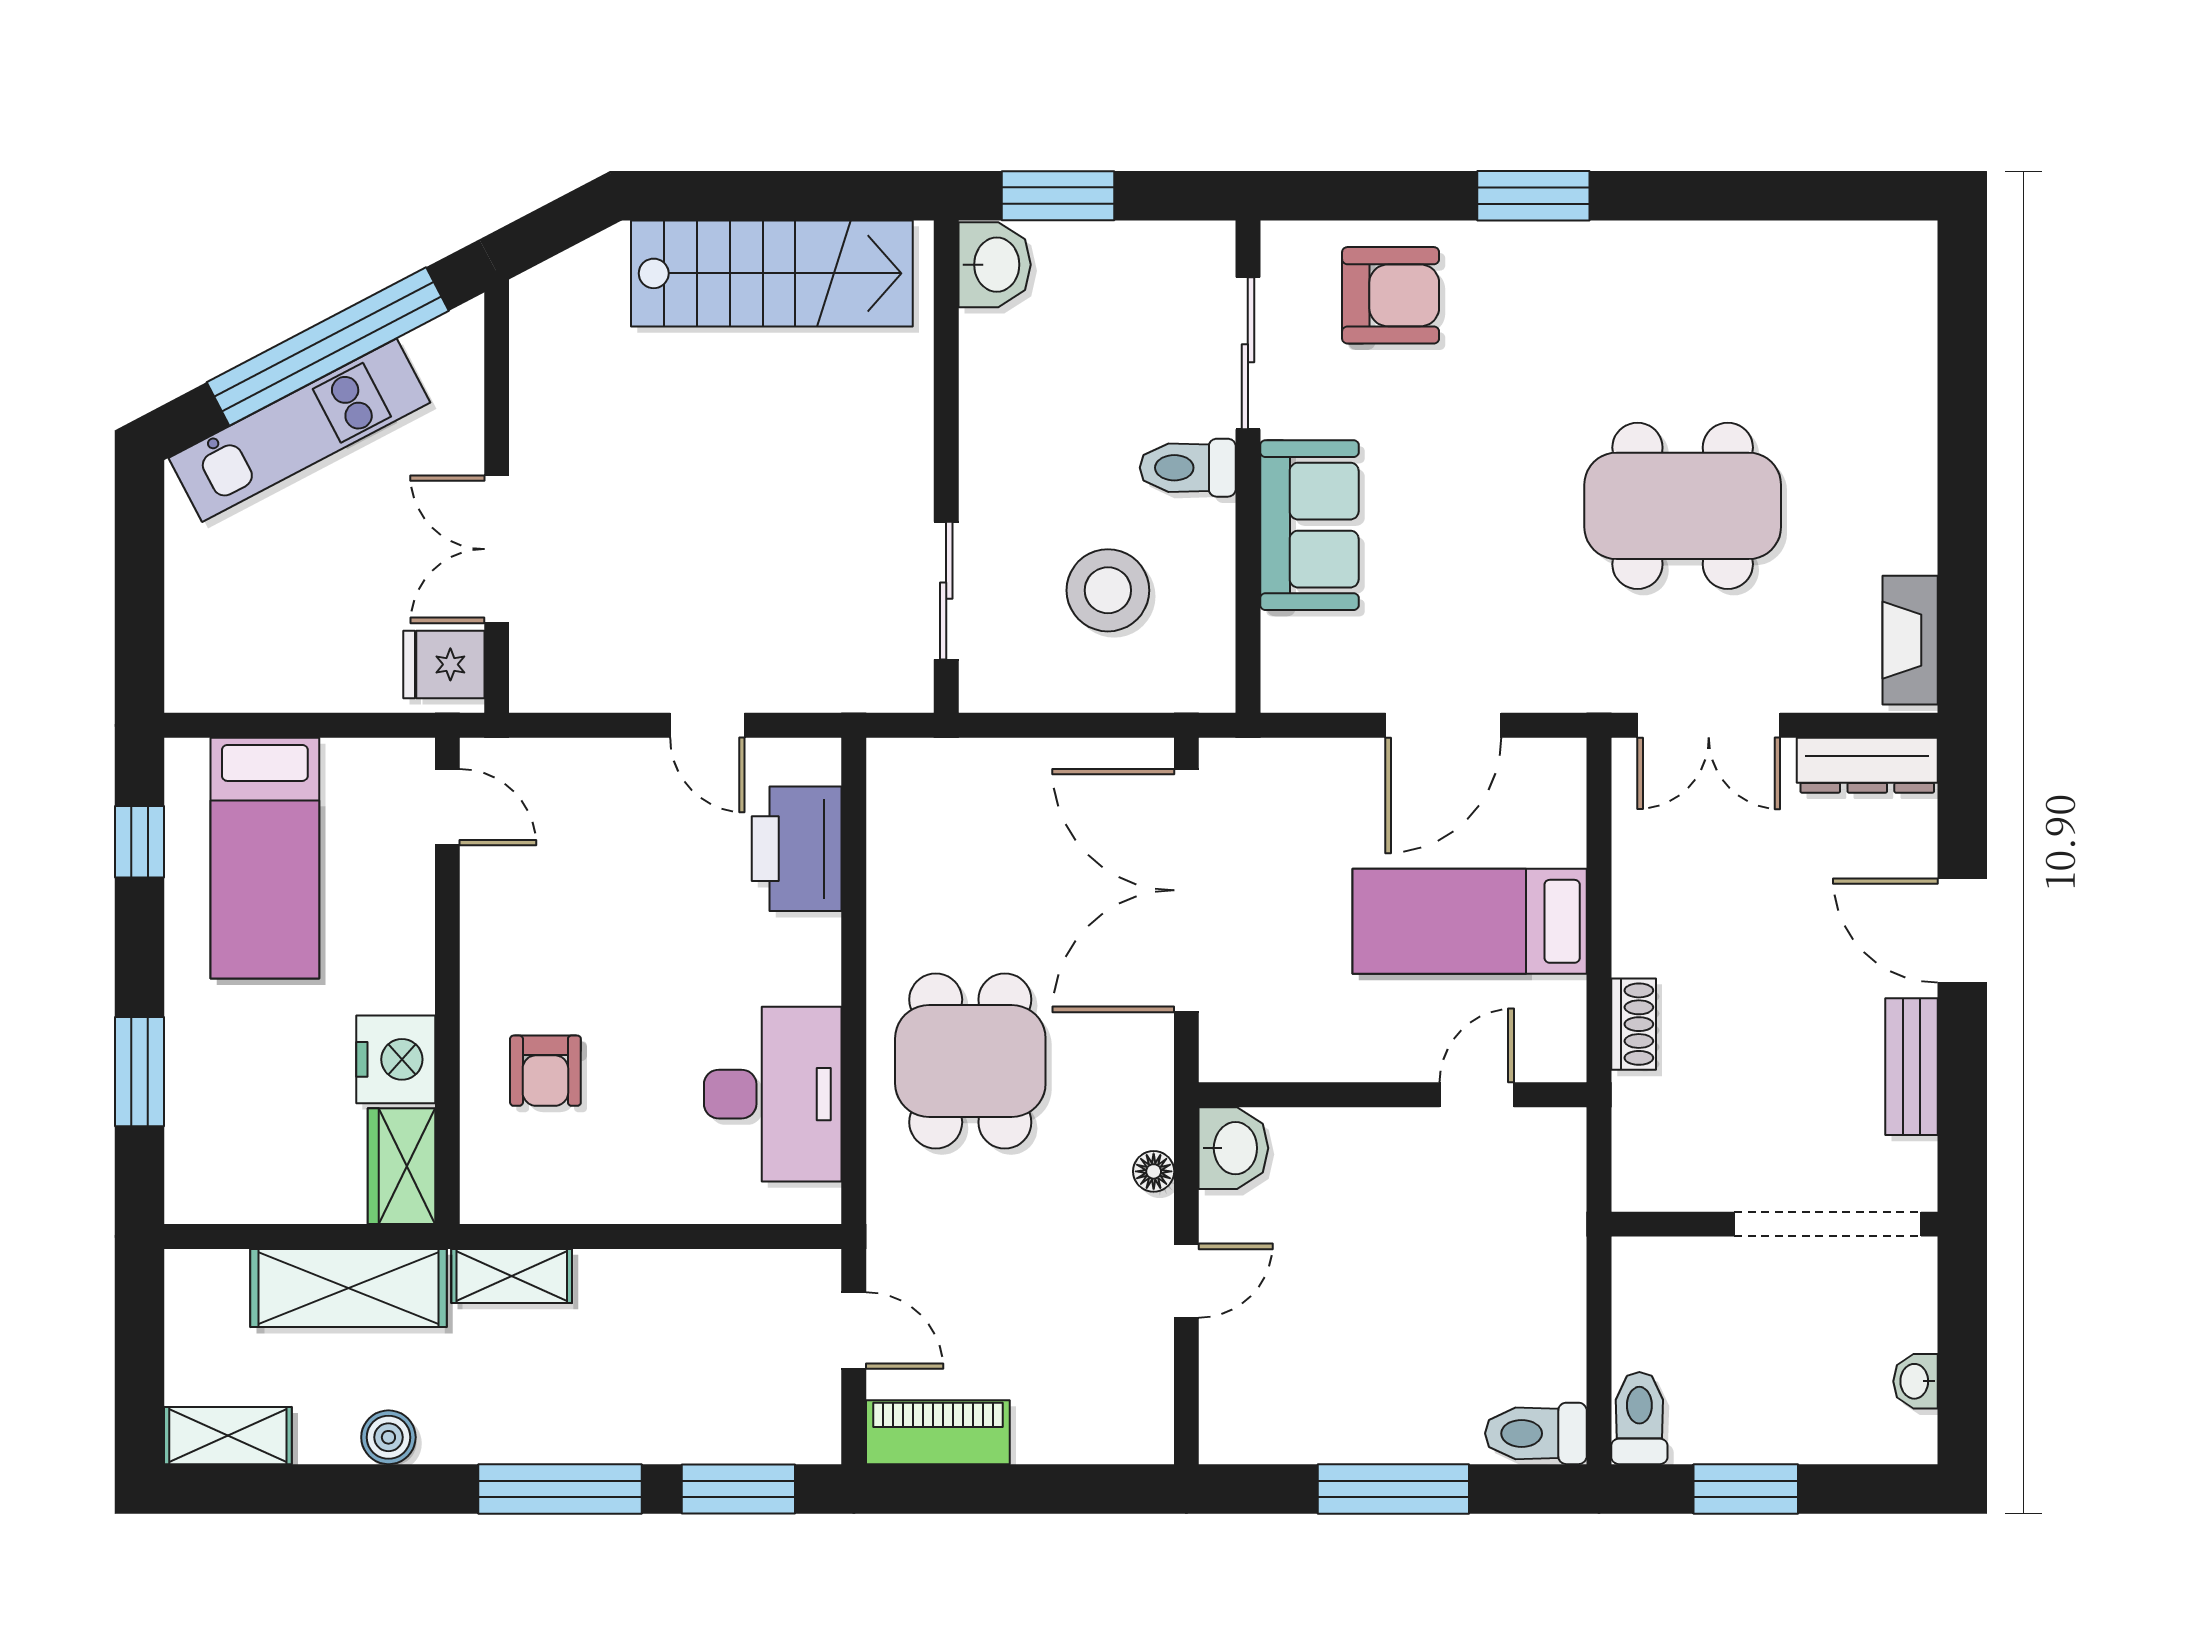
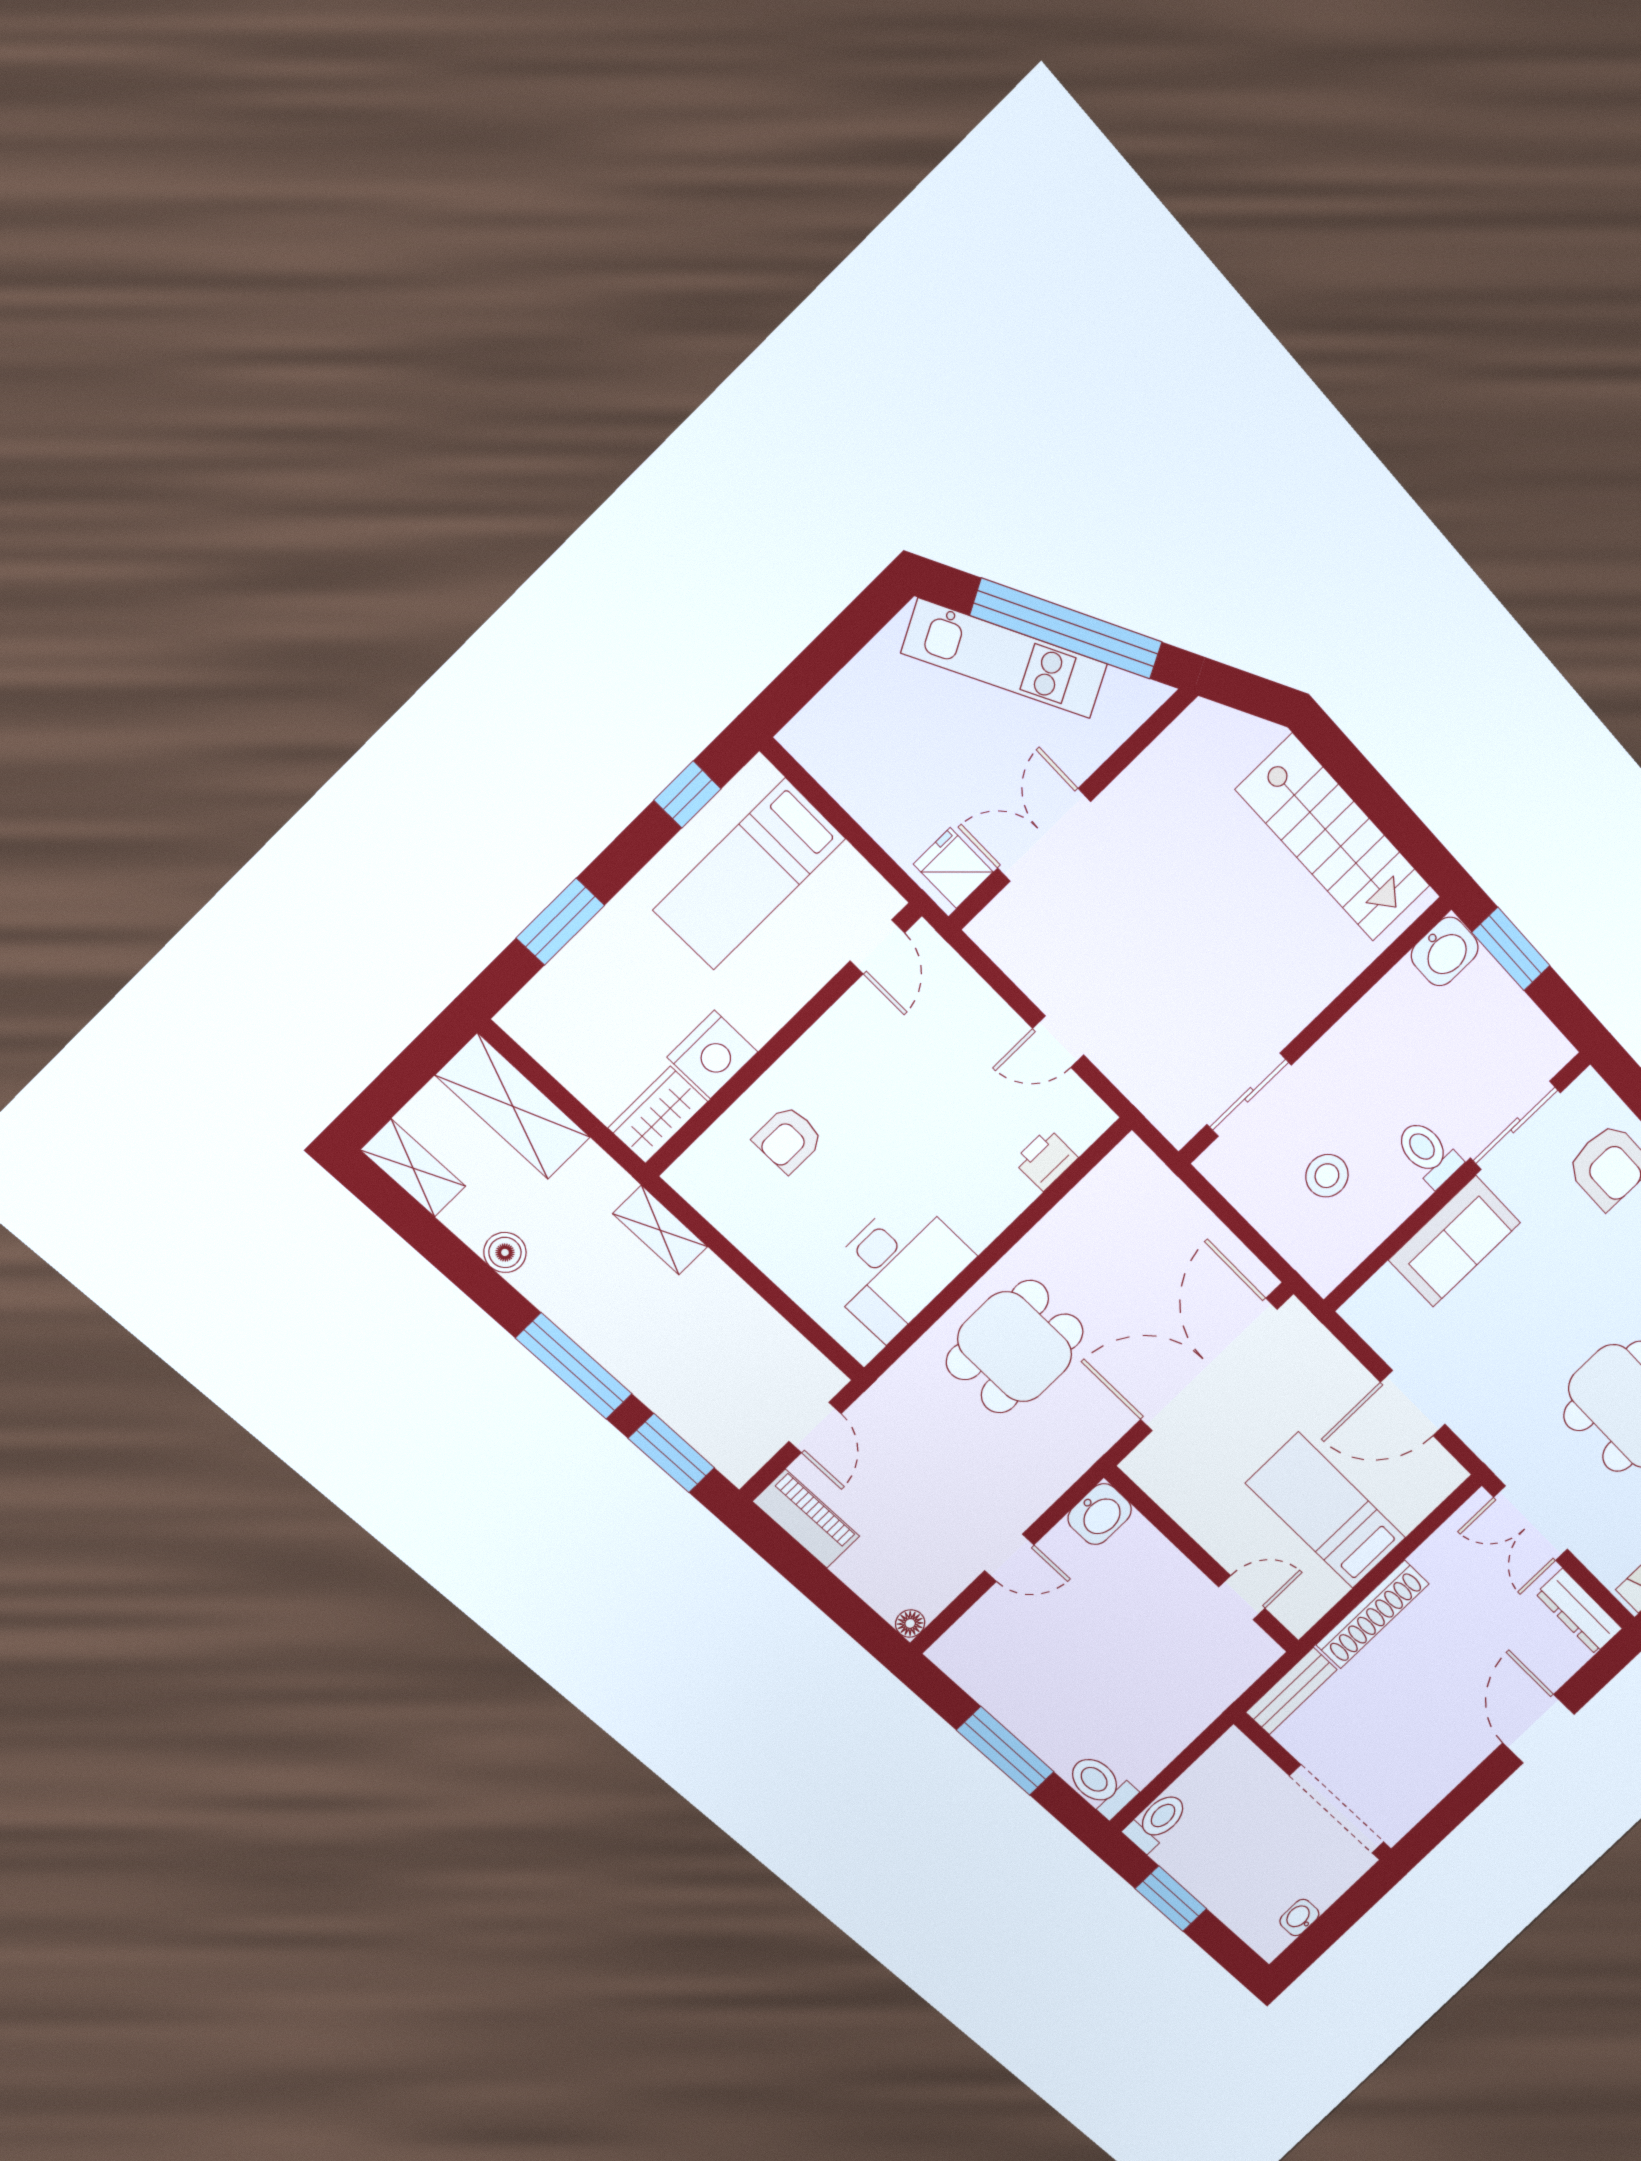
stool: (1108, 590) -> (1327, 1176), width x0.73, depth x0.73
door: (707, 725) -> (1058, 1042), hinge flipped
printer: (797, 849) -> (1046, 1159), width x0.53, depth x0.68
shoe rack: (1634, 1024) -> (1373, 1614), width x1.94, depth x1.24
bench: (1912, 1067) -> (1291, 1691), moved
floor lamp: (1154, 1171) -> (910, 1623), moved
shelving: (348, 1288) -> (513, 1106), moved

